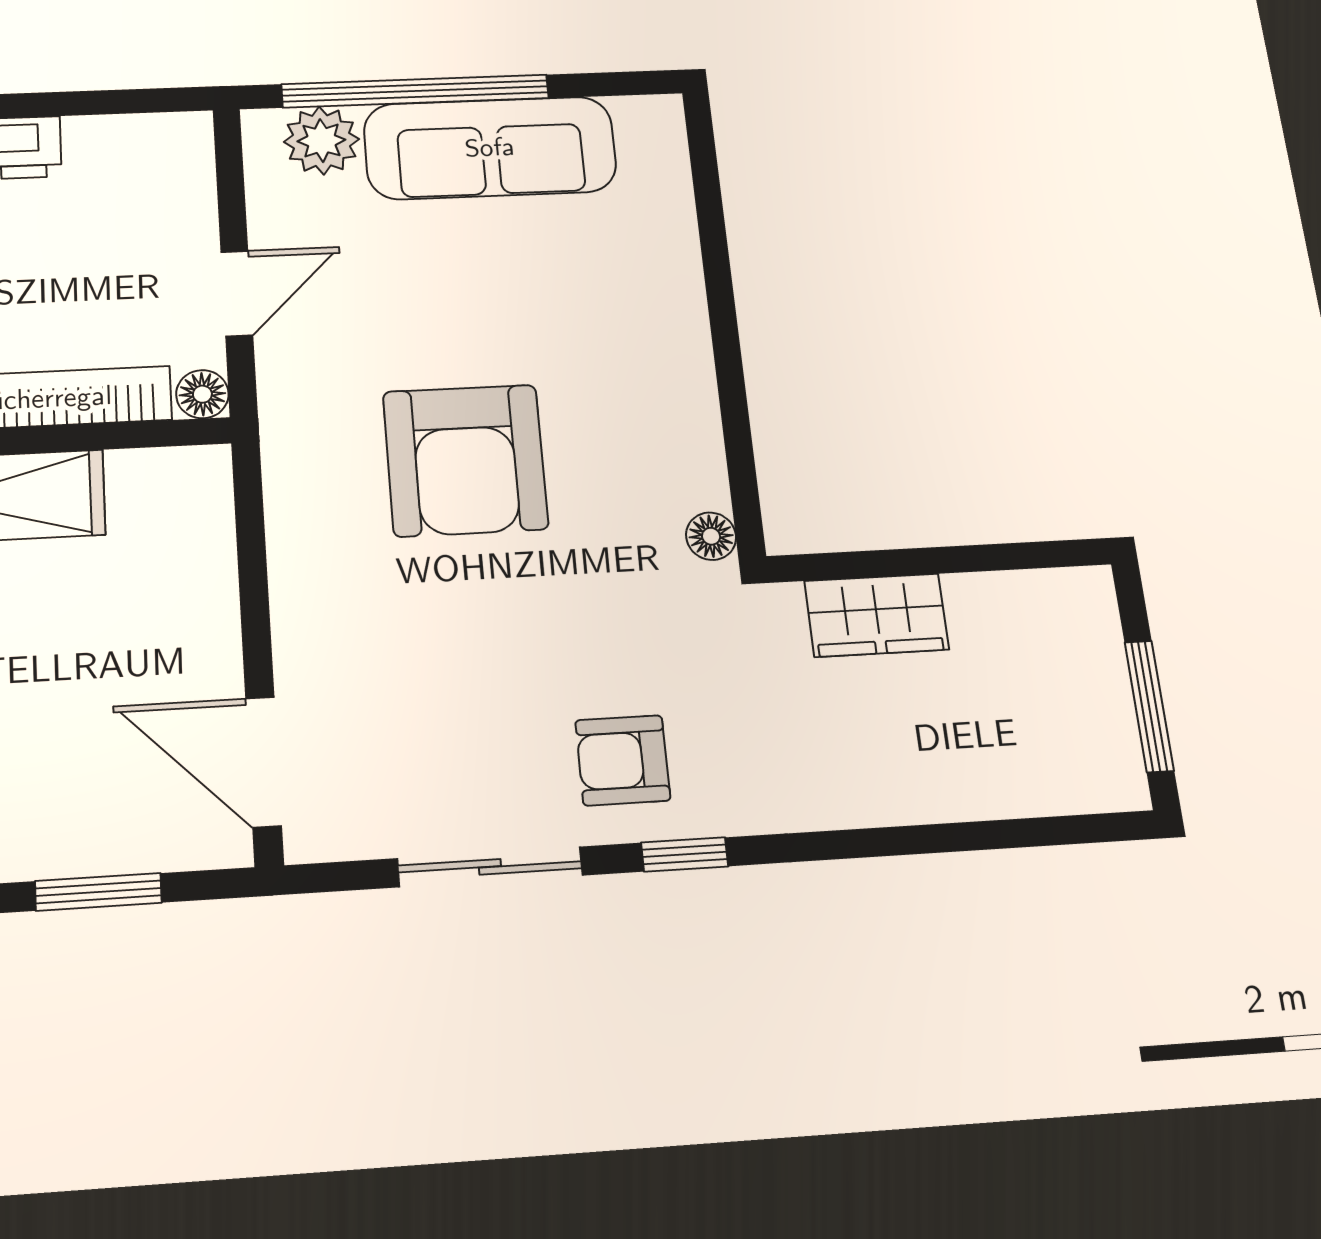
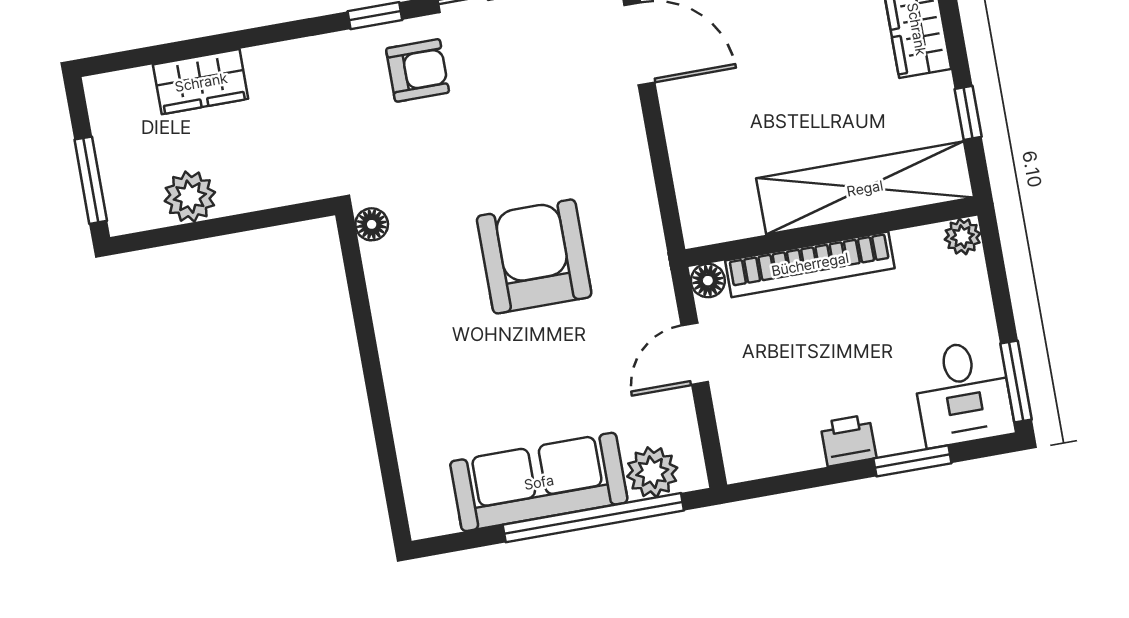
plant: (988, 609) -> (190, 197), added
wardrobe: (877, 615) -> (201, 82), moved, turned 180
window: (1149, 706) -> (91, 180), moved

